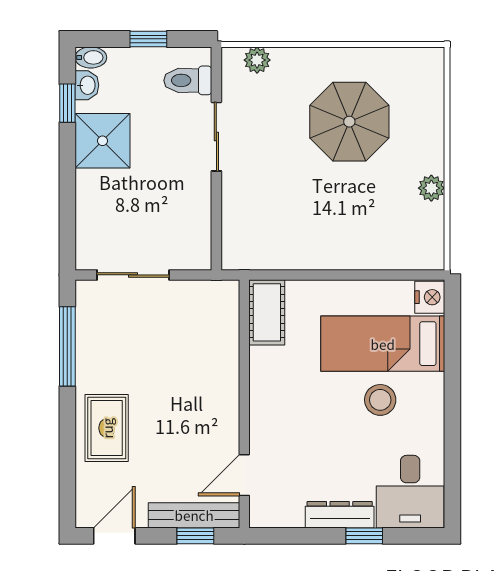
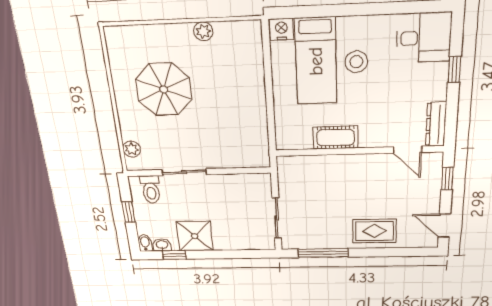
cot: (267, 312) -> (336, 138), moved
bench: (194, 515) -> (433, 180), removed
dresser: (340, 515) -> (436, 124), moved

